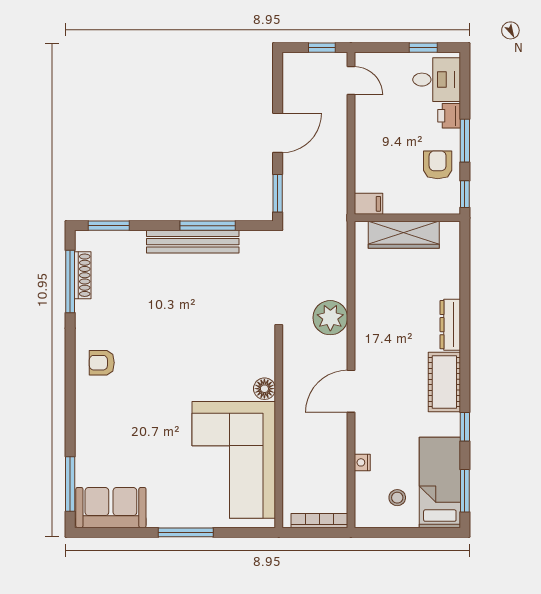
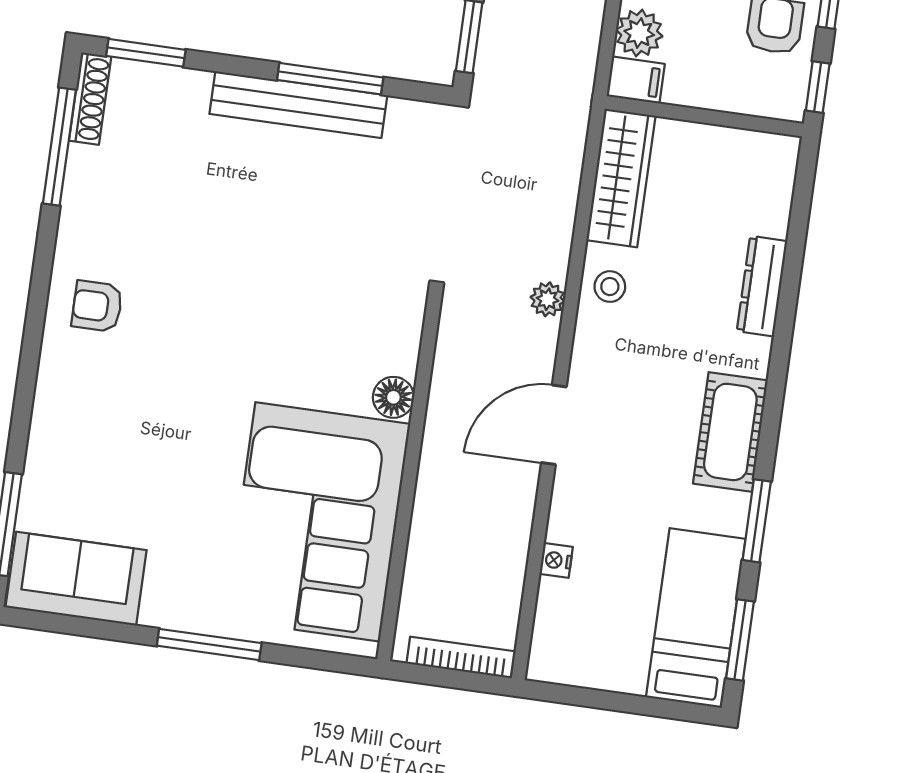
plant: (367, 179) -> (639, 33), added
wardrobe: (404, 235) -> (621, 178), moved, turned -90
shoe rack: (83, 275) -> (90, 99), moved
plant: (330, 318) -> (548, 299), width x0.53, depth x0.53
dresser: (450, 325) -> (762, 286), moved
window: (465, 427) -> (757, 521), width x1.50
stool: (397, 498) -> (610, 287), moved

